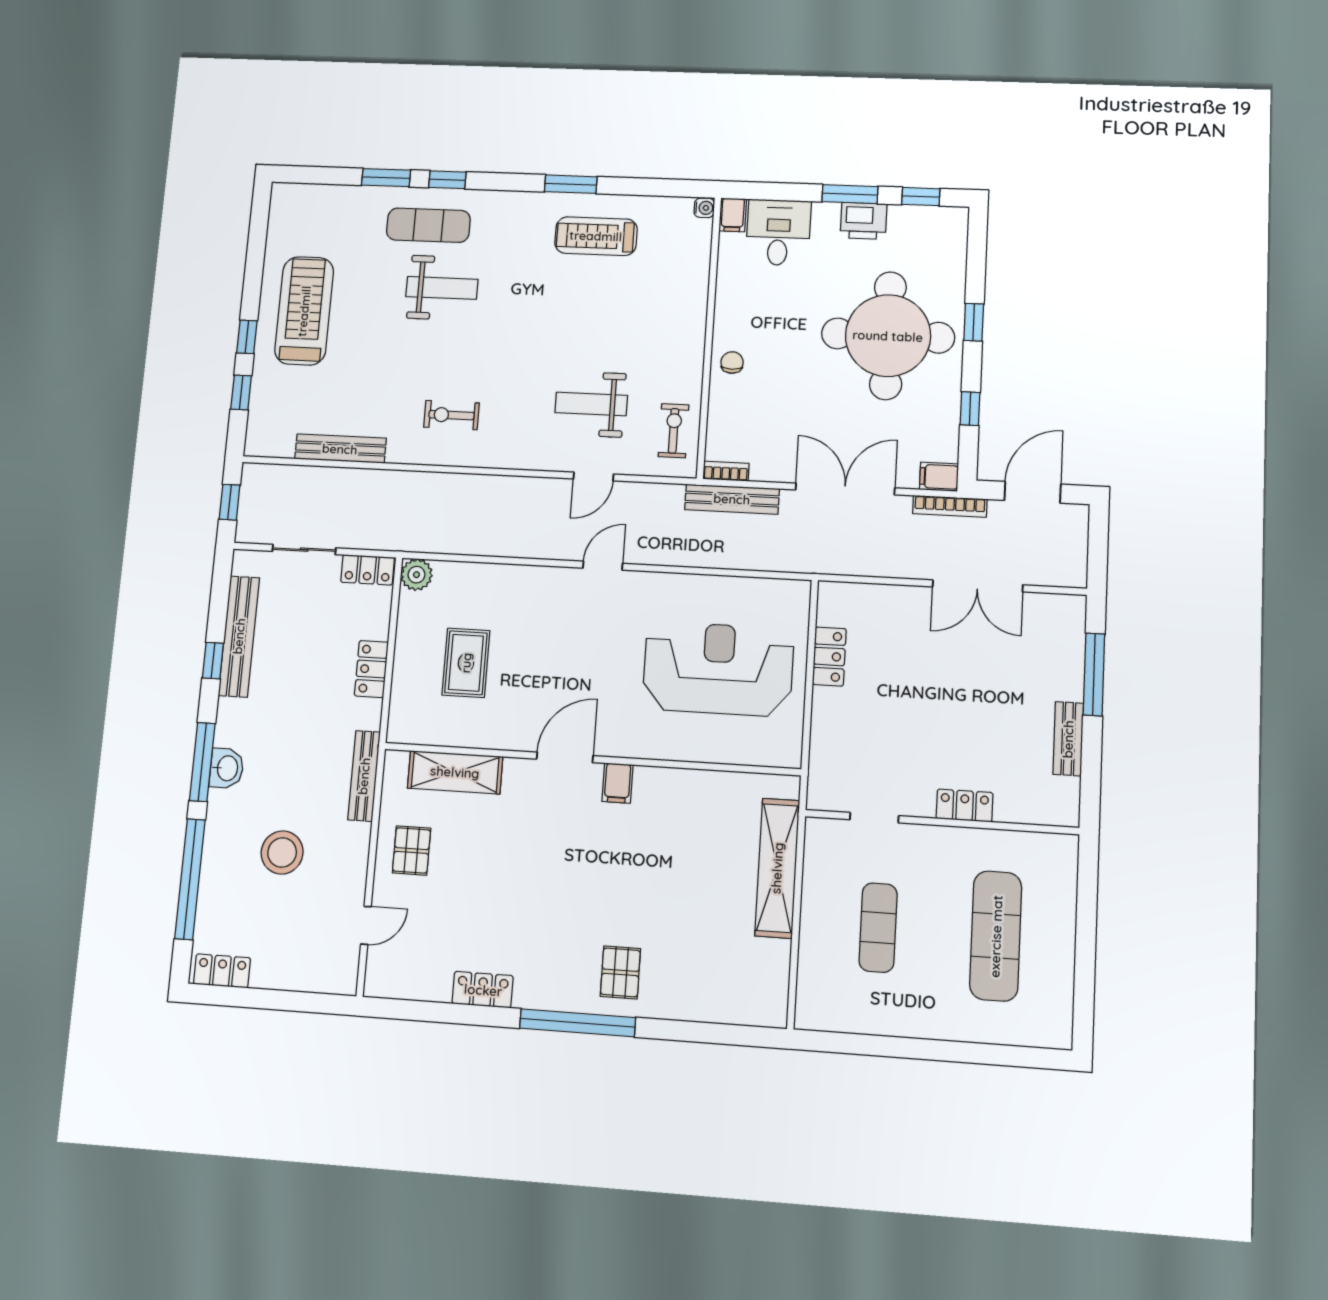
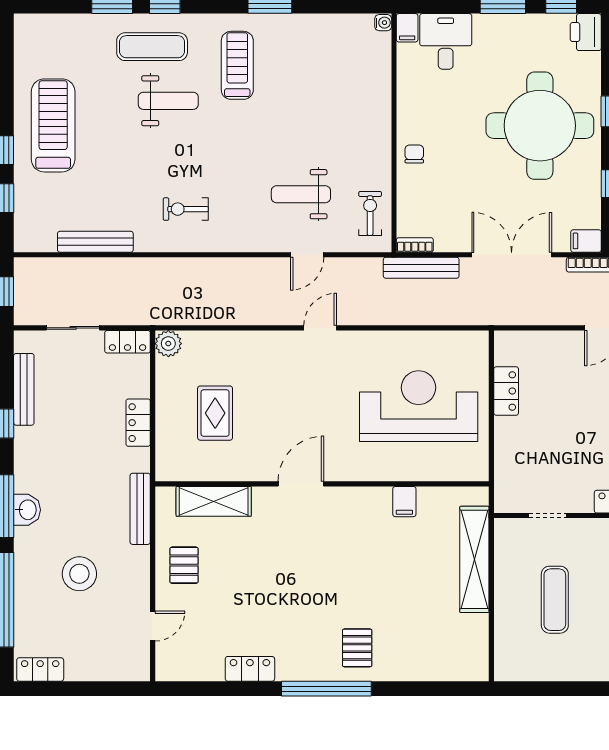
printer: (863, 221) -> (586, 32), moved, turned 90
treadmill: (596, 236) -> (237, 65), moved, turned 90
bench: (239, 636) -> (24, 389), width x0.73, depth x0.82
filing cabinet: (617, 783) -> (404, 502), moved

